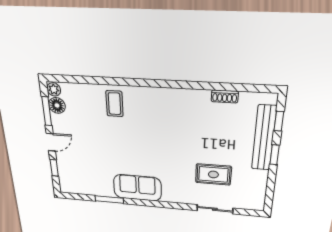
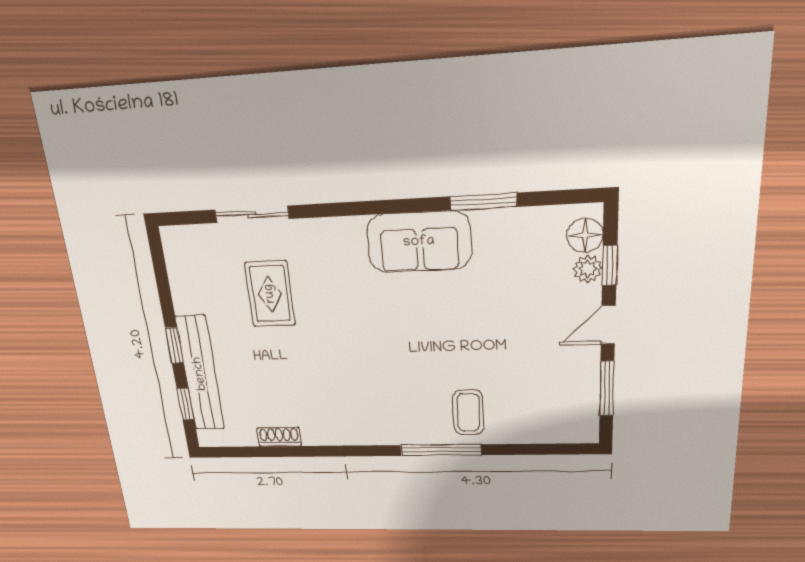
window: (129, 82) -> (441, 450), added
plant: (54, 89) -> (588, 269), moved
floor lamp: (57, 105) -> (585, 235), moved
rug: (213, 174) -> (270, 294), turned 90

